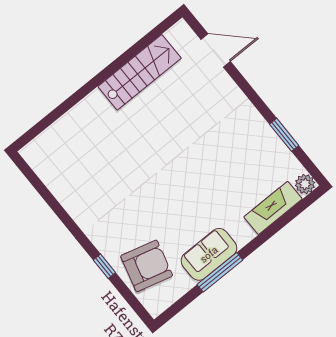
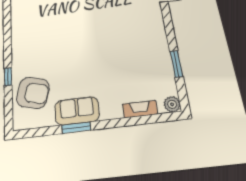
fireplace: (273, 208) -> (140, 109), width x0.73, depth x0.76
window: (220, 272) -> (76, 128), width x0.69

